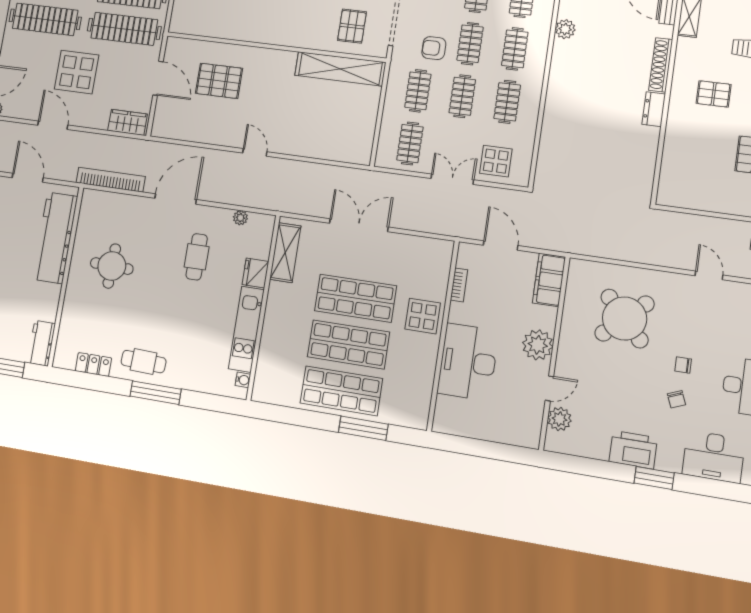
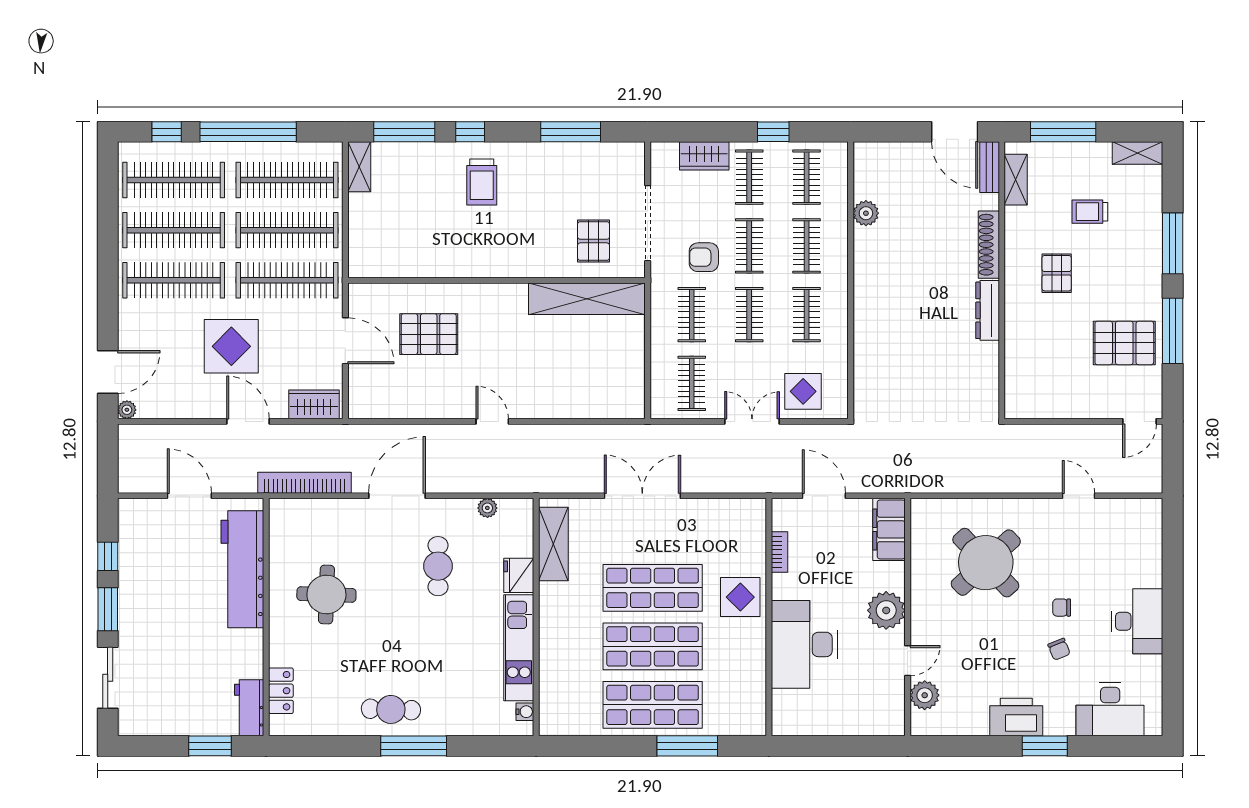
pallet: (714, 94) -> (1057, 273), turned 90
dresser: (654, 109) -> (988, 310), width x1.44
door: (53, 125) -> (248, 421), moved
locker: (93, 364) -> (281, 691), moved, turned 90

